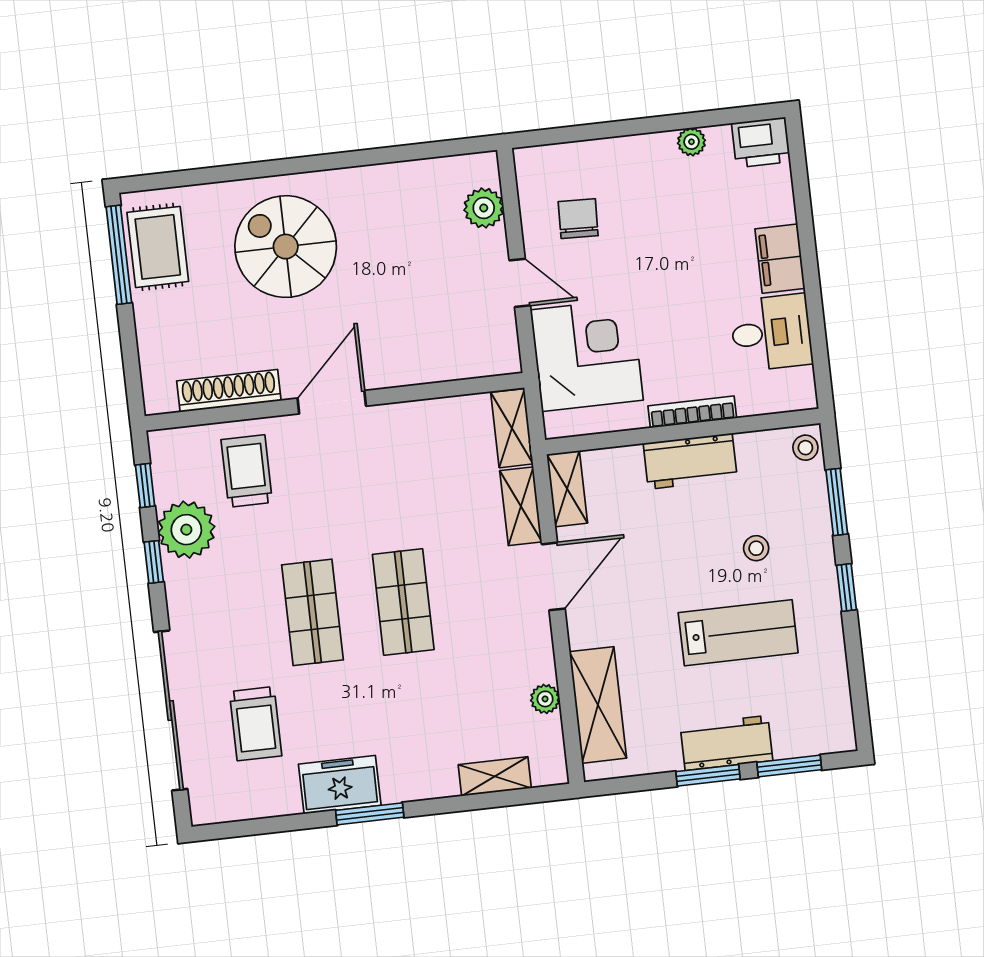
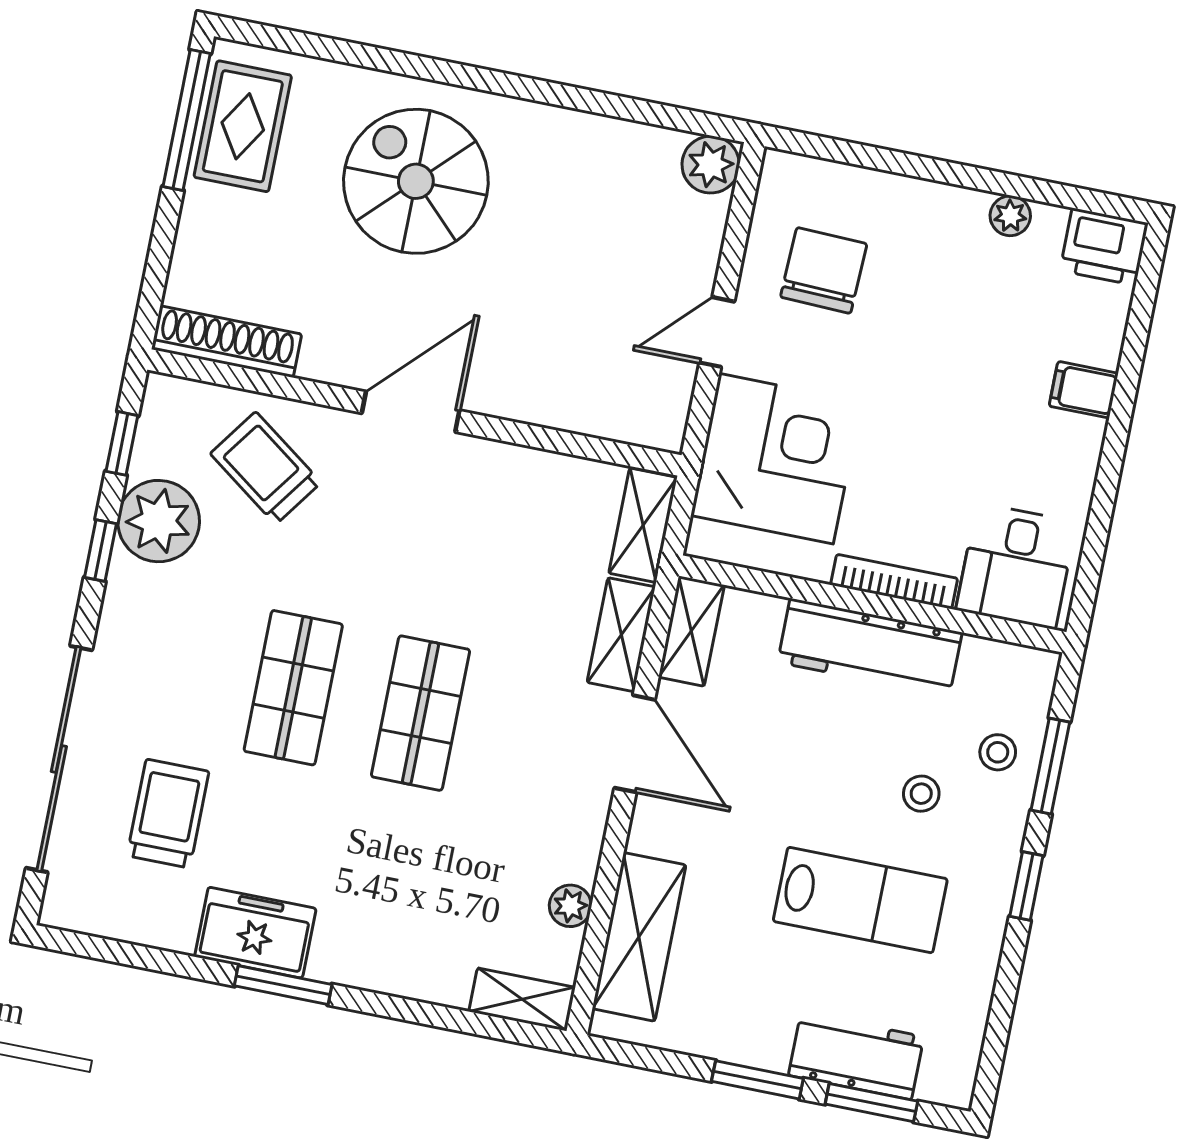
plant: (484, 208) -> (711, 165), moved
chair: (578, 219) -> (824, 270), width x1.37, depth x1.37
filing cabinet: (780, 259) -> (1084, 390), width x0.50
door: (520, 283) -> (717, 332), swing flipped
desk: (771, 333) -> (1016, 566), moved, turned 90
shoe rack: (229, 391) -> (226, 342), moved
stool: (805, 448) -> (998, 752), moved
workbench: (690, 461) -> (870, 647), width x1.37
trolley: (247, 471) -> (266, 468), turned -54
door: (553, 576) -> (635, 744), hinge flipped
trolley: (256, 724) -> (168, 814), turned 180
workbench: (726, 743) -> (856, 1056), moved
shelving: (495, 776) -> (522, 999), moved

